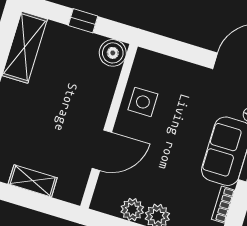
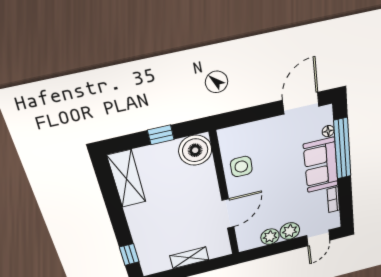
boiler: (113, 53) -> (195, 150), width x1.37, depth x1.37

